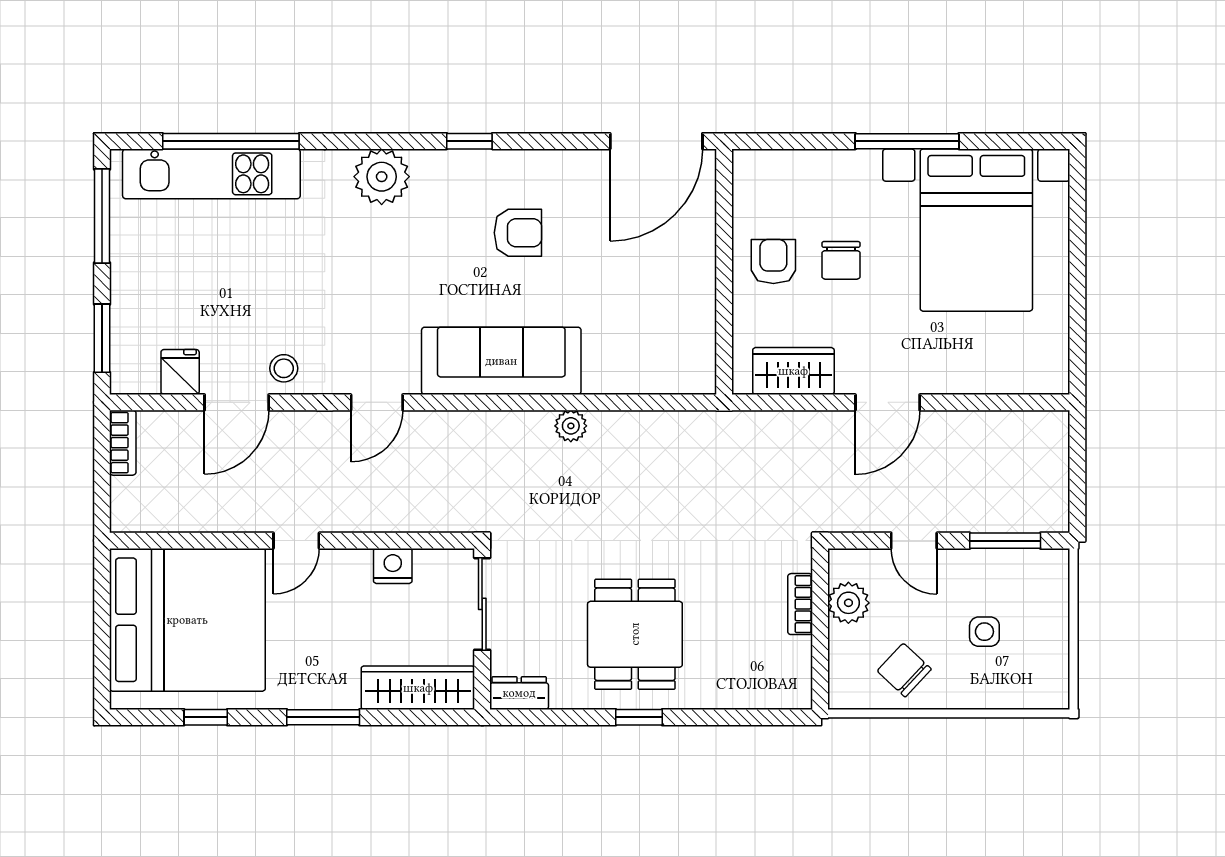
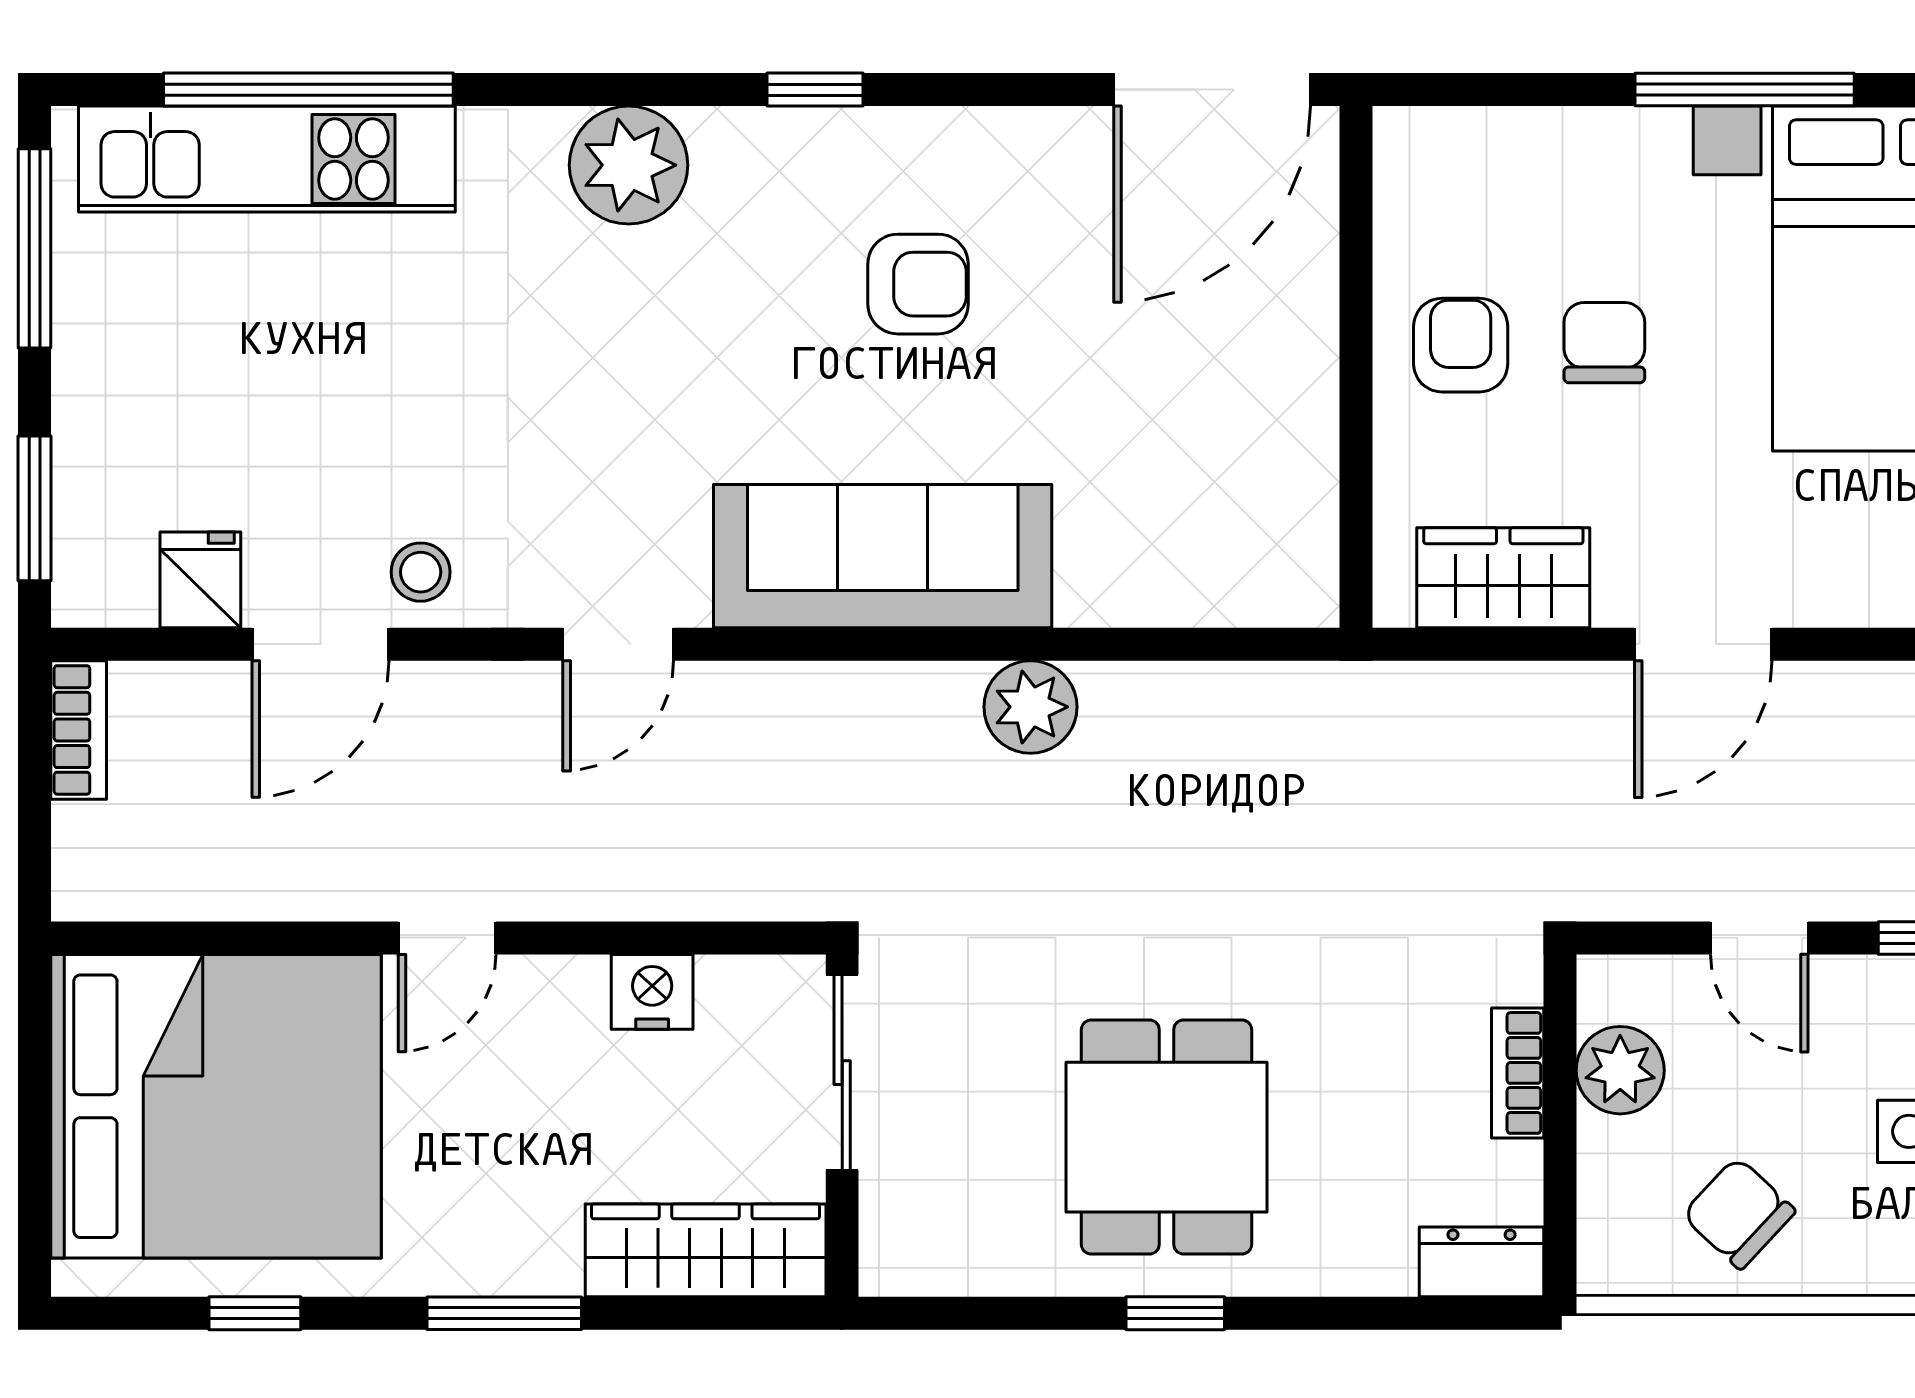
chair: (841, 260) -> (1604, 343), turned 180
plant: (571, 426) -> (1030, 707), width x1.38, depth x1.38
dresser: (519, 693) -> (1482, 1262), moved

